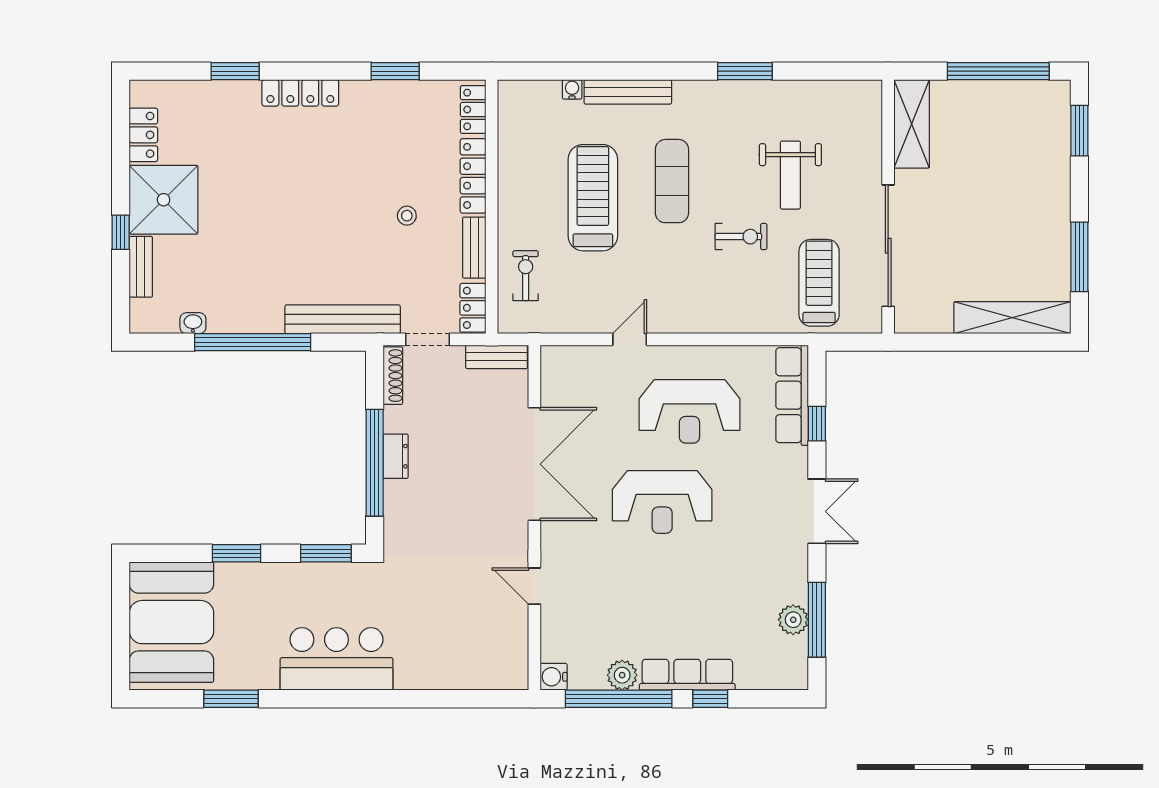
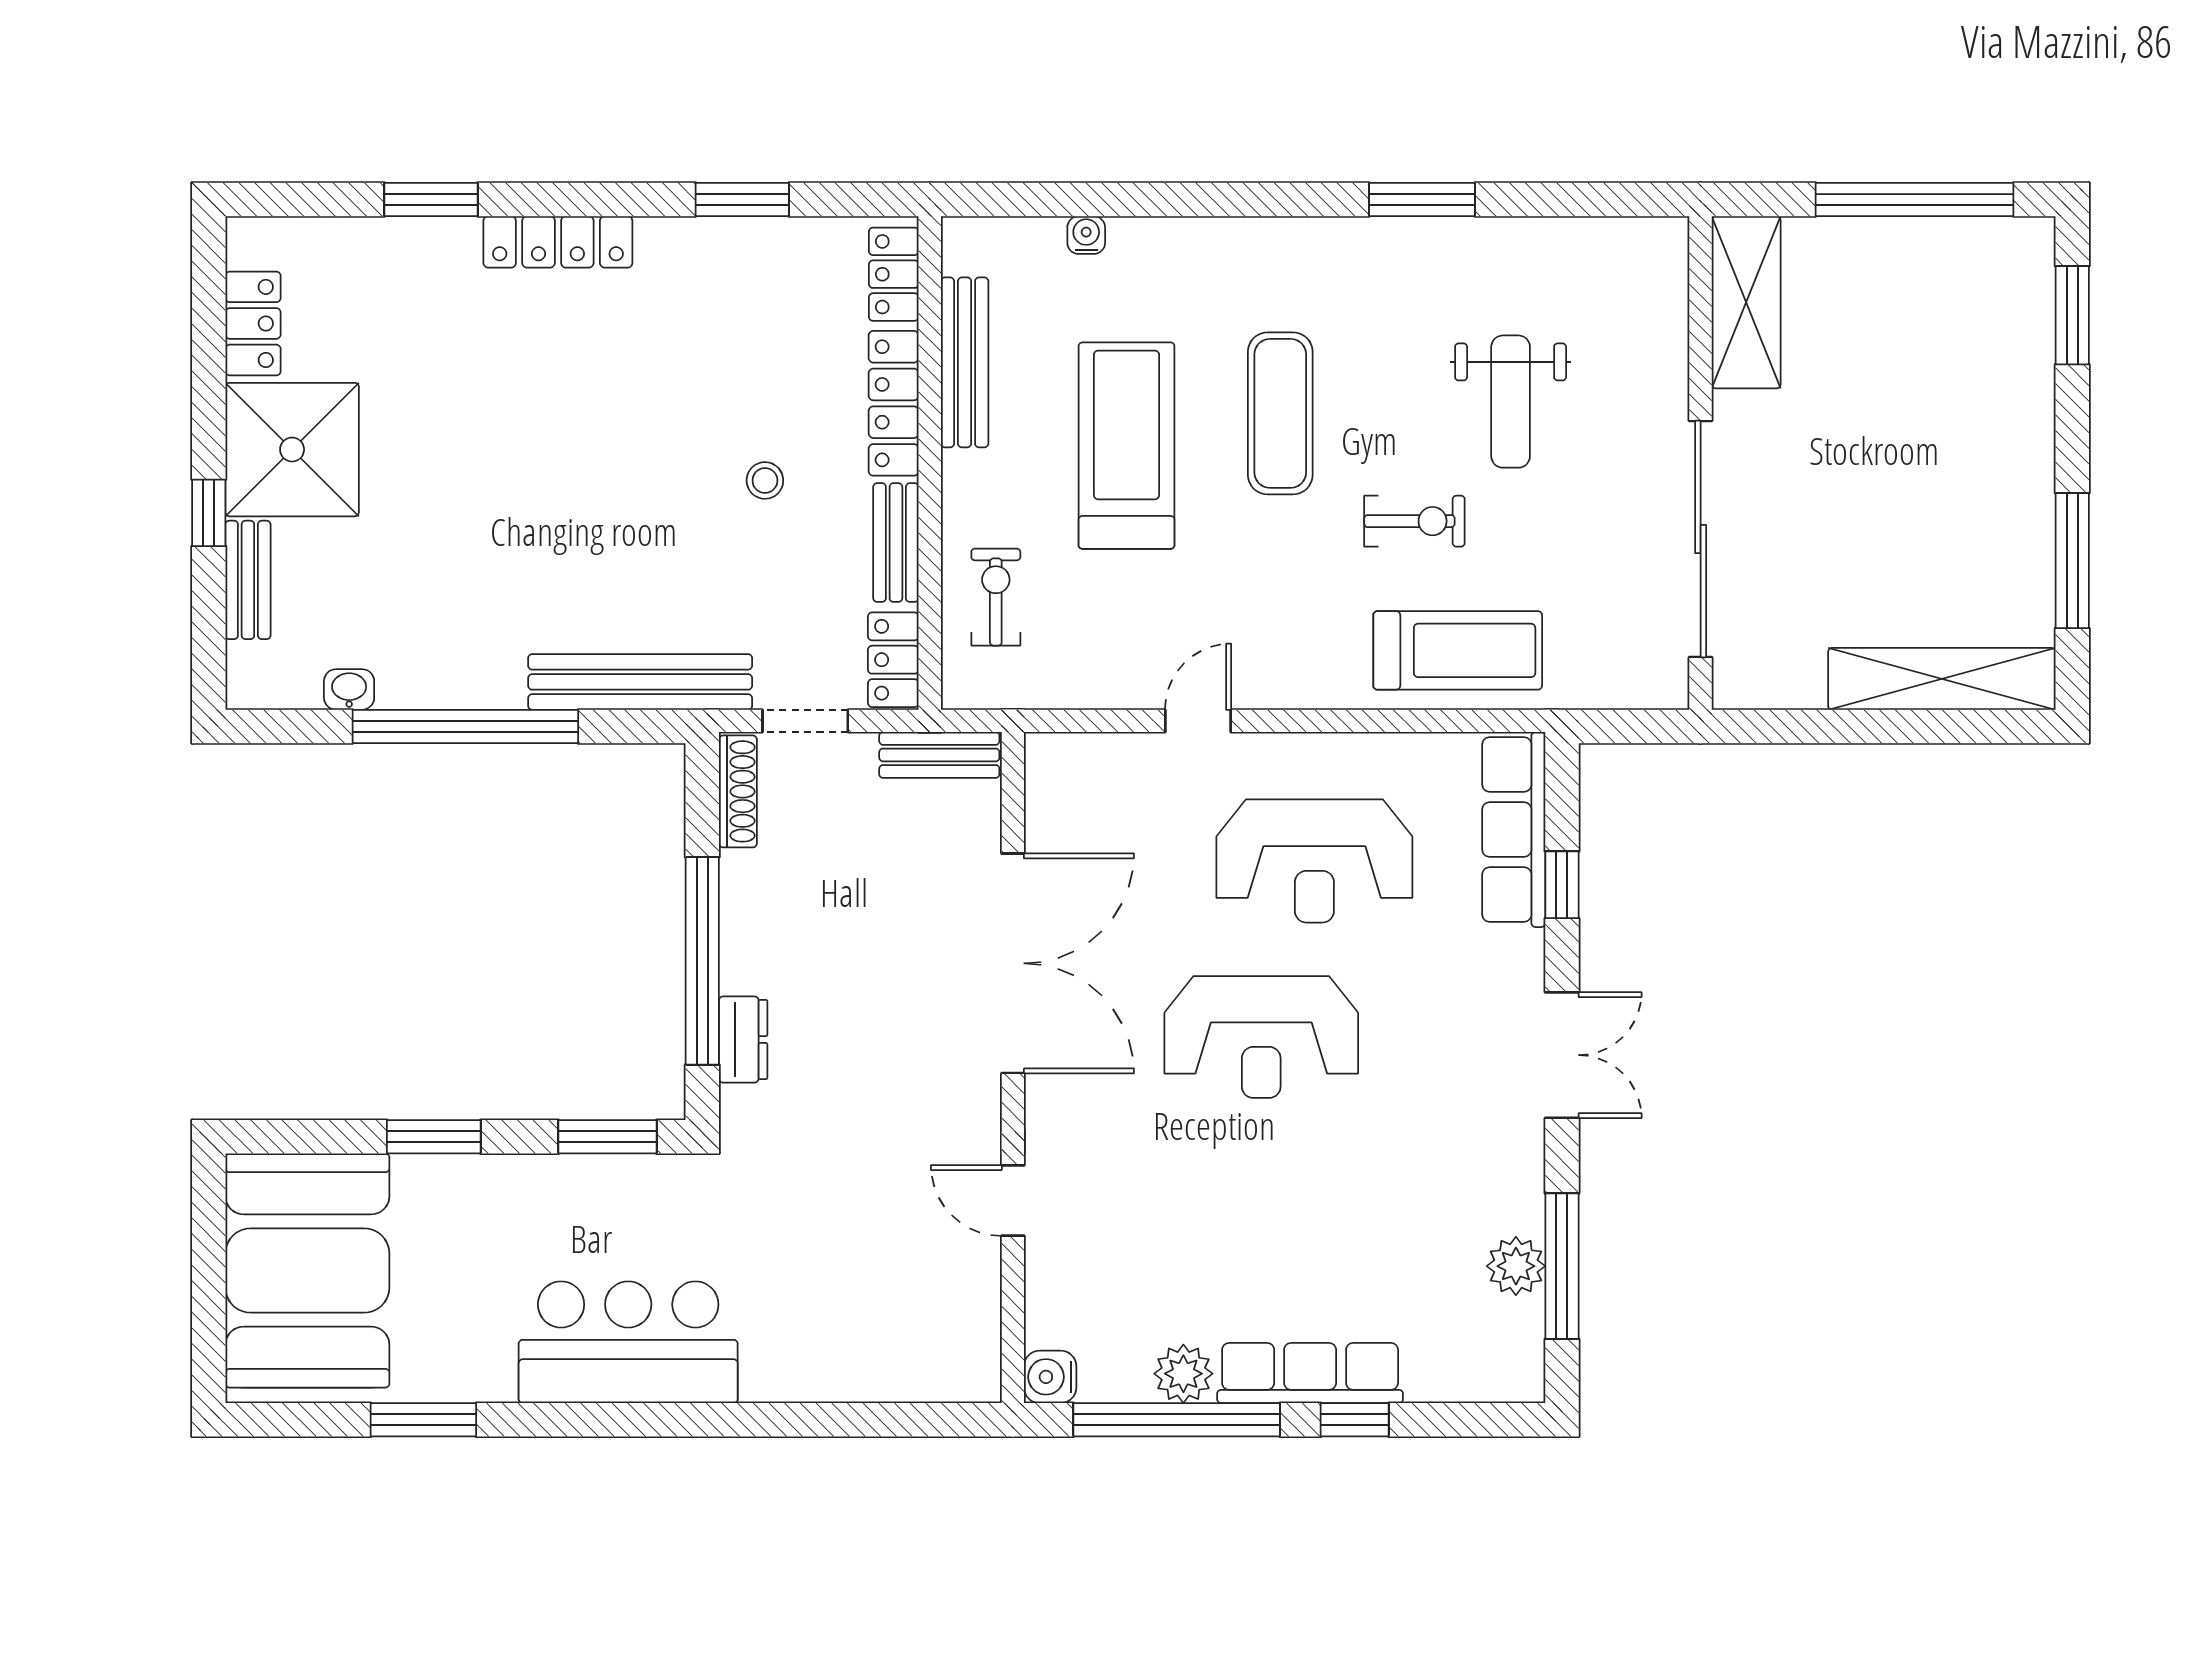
bench: (628, 92) -> (965, 362), moved, turned 90
treadmill: (819, 283) -> (1458, 650), moved, turned 90
dresser: (396, 456) -> (743, 1040), moved

